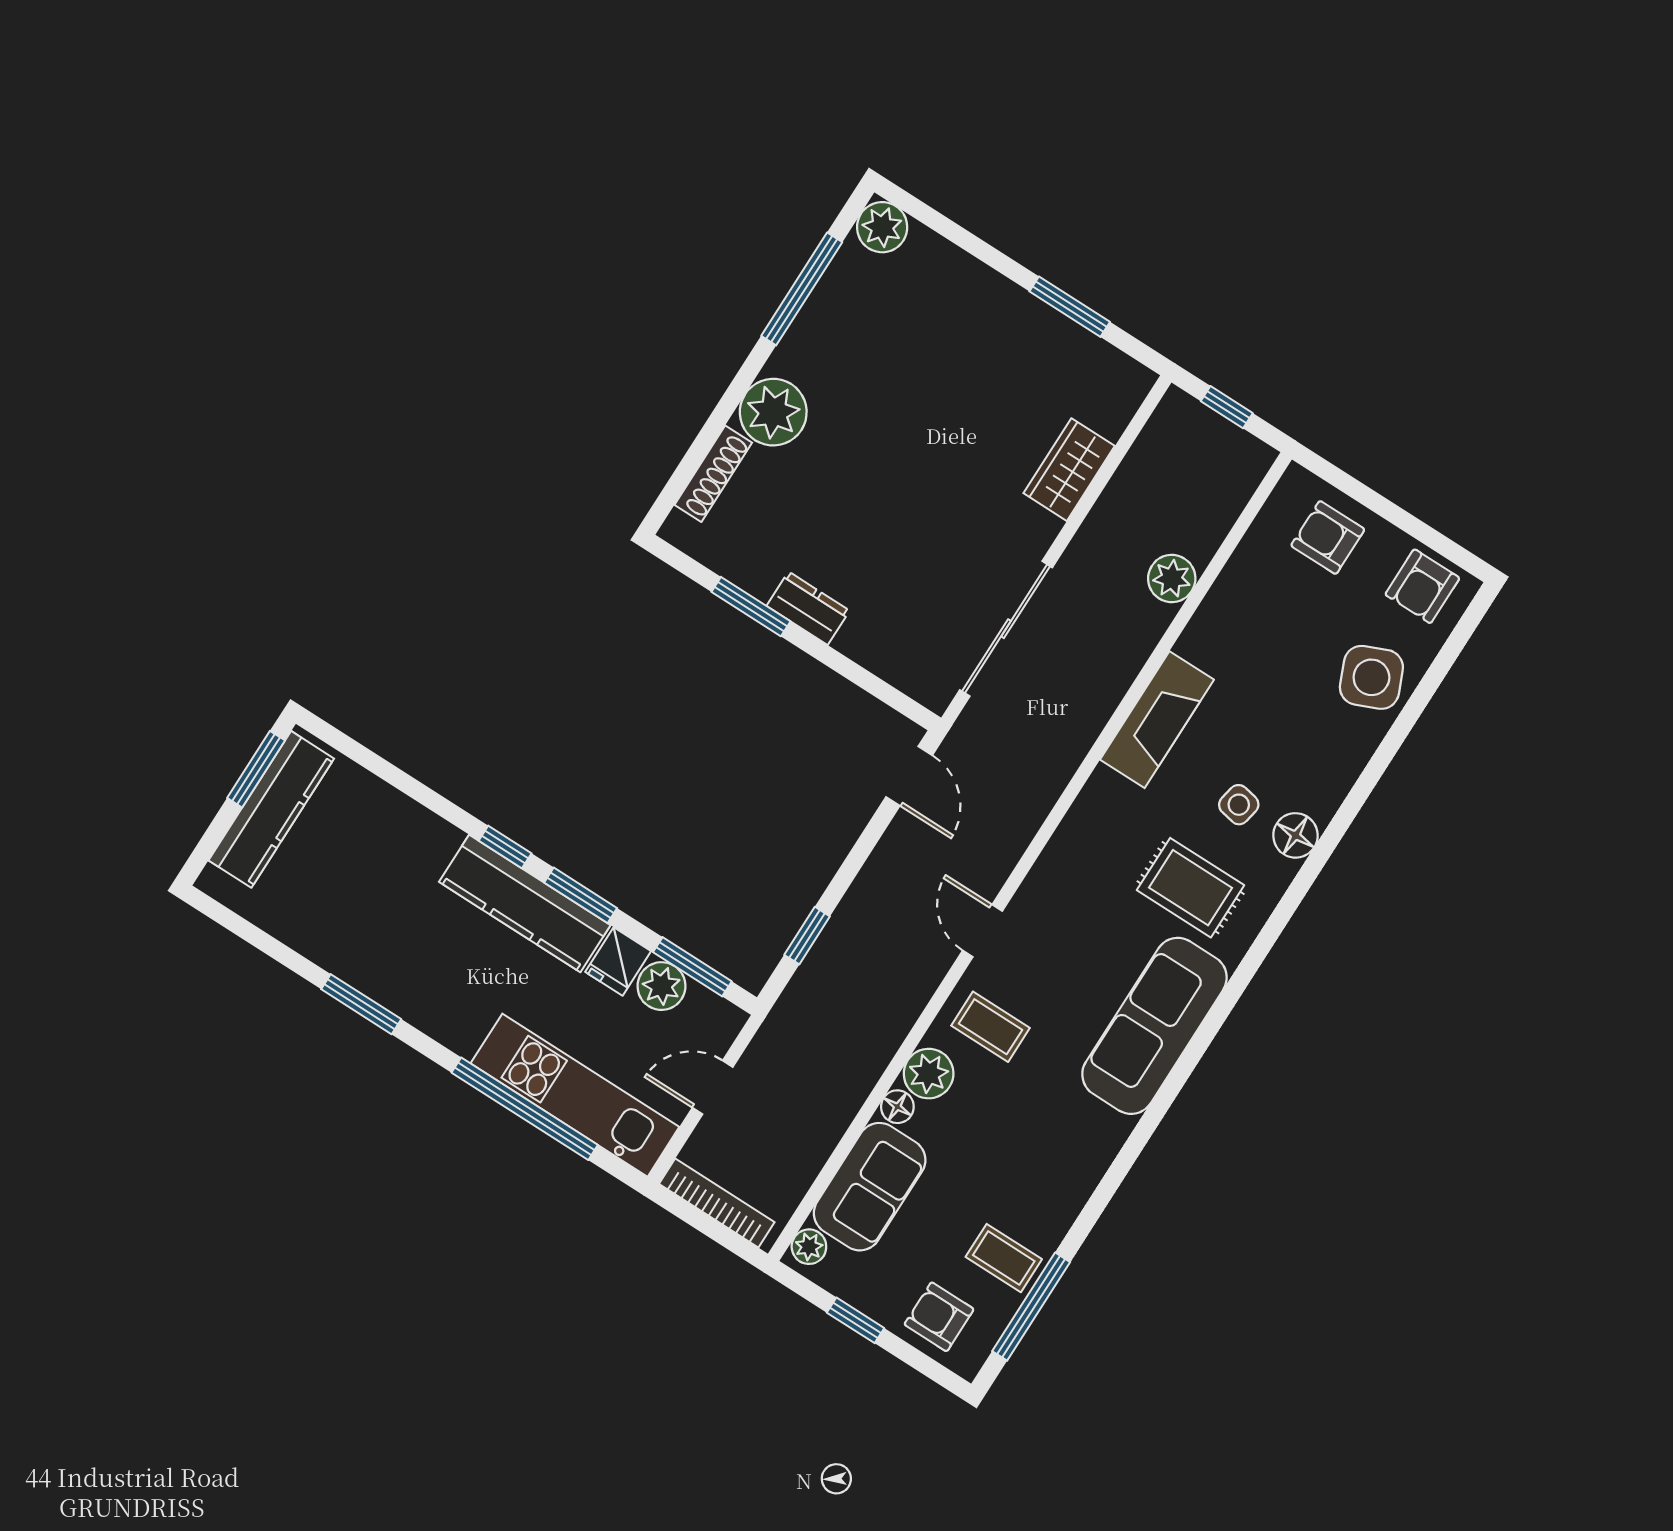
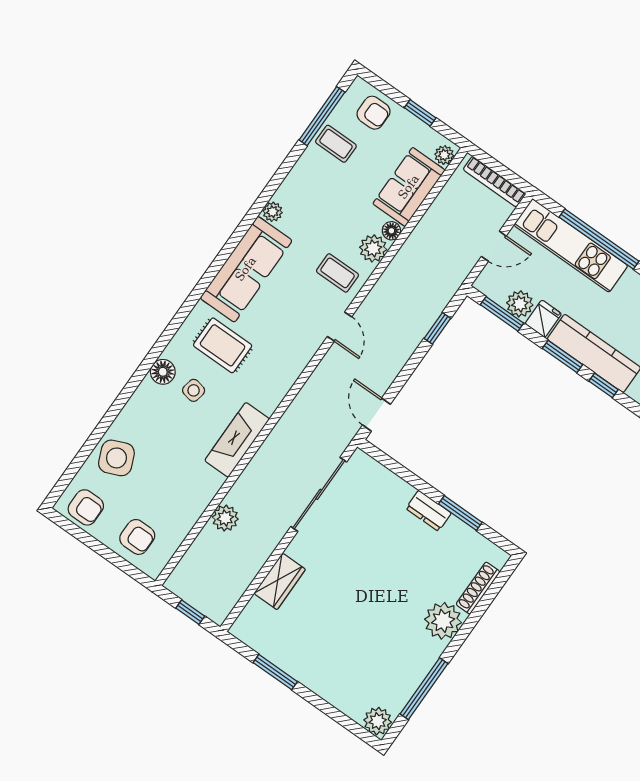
armchair: (1422, 586) -> (86, 507), turned 90
plant: (1112, 1131) -> (273, 212), added

